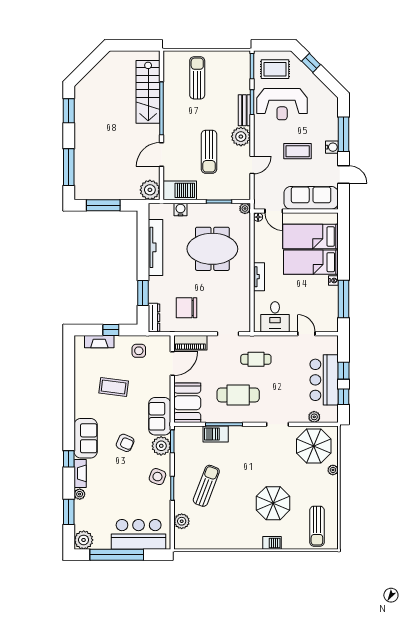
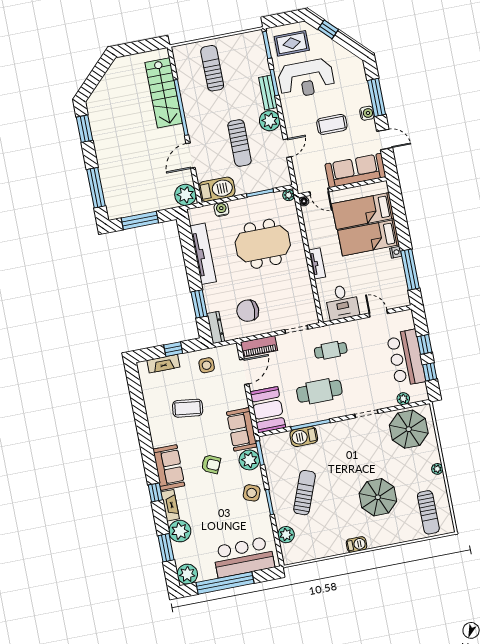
plant: (333, 470) -> (437, 469), moved
plant: (80, 494) -> (180, 531), width x1.88, depth x1.88
barbecue: (272, 543) -> (357, 544), moved

